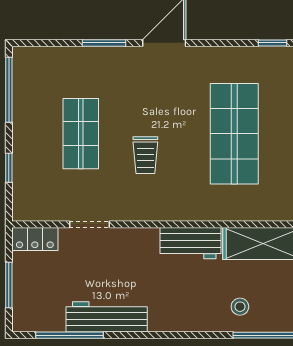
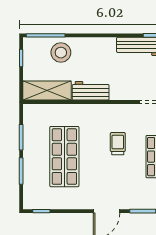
stool: (240, 307) -> (61, 53), width x1.89, depth x1.89

